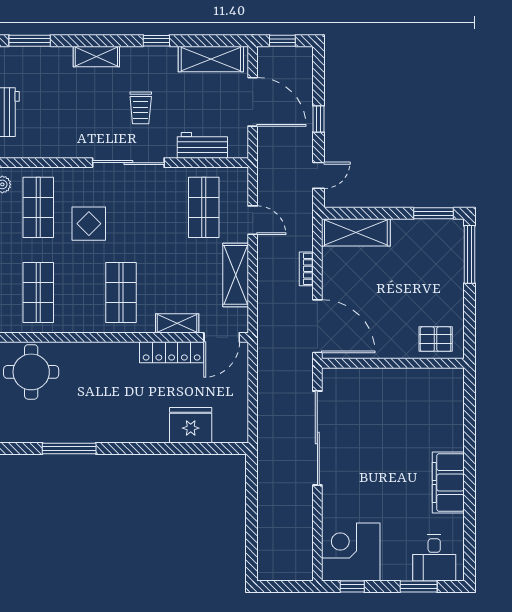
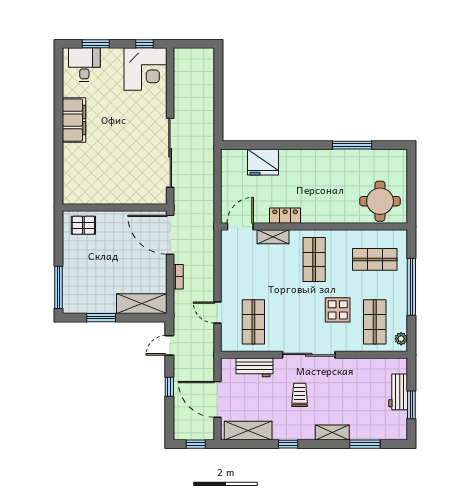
window: (30, 41) -> (365, 444), moved
window: (433, 213) -> (101, 318), moved
shelving: (236, 275) -> (230, 272), removed
shop shelf: (38, 293) -> (375, 259), turned 90
locker: (172, 352) -> (285, 216), width x0.66

